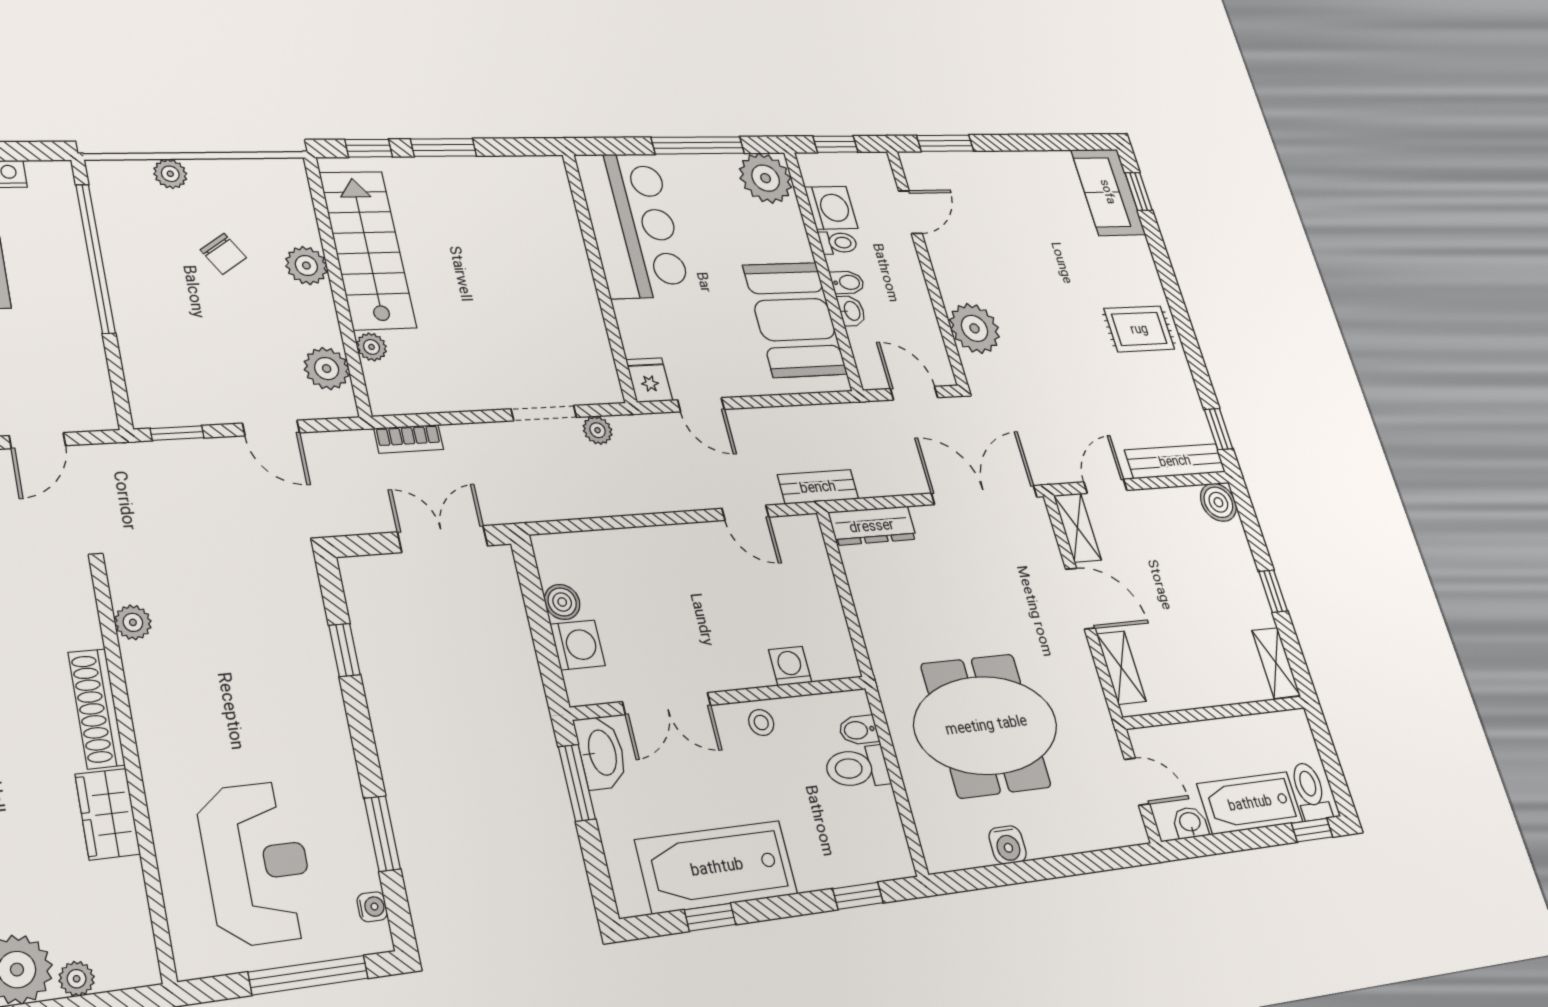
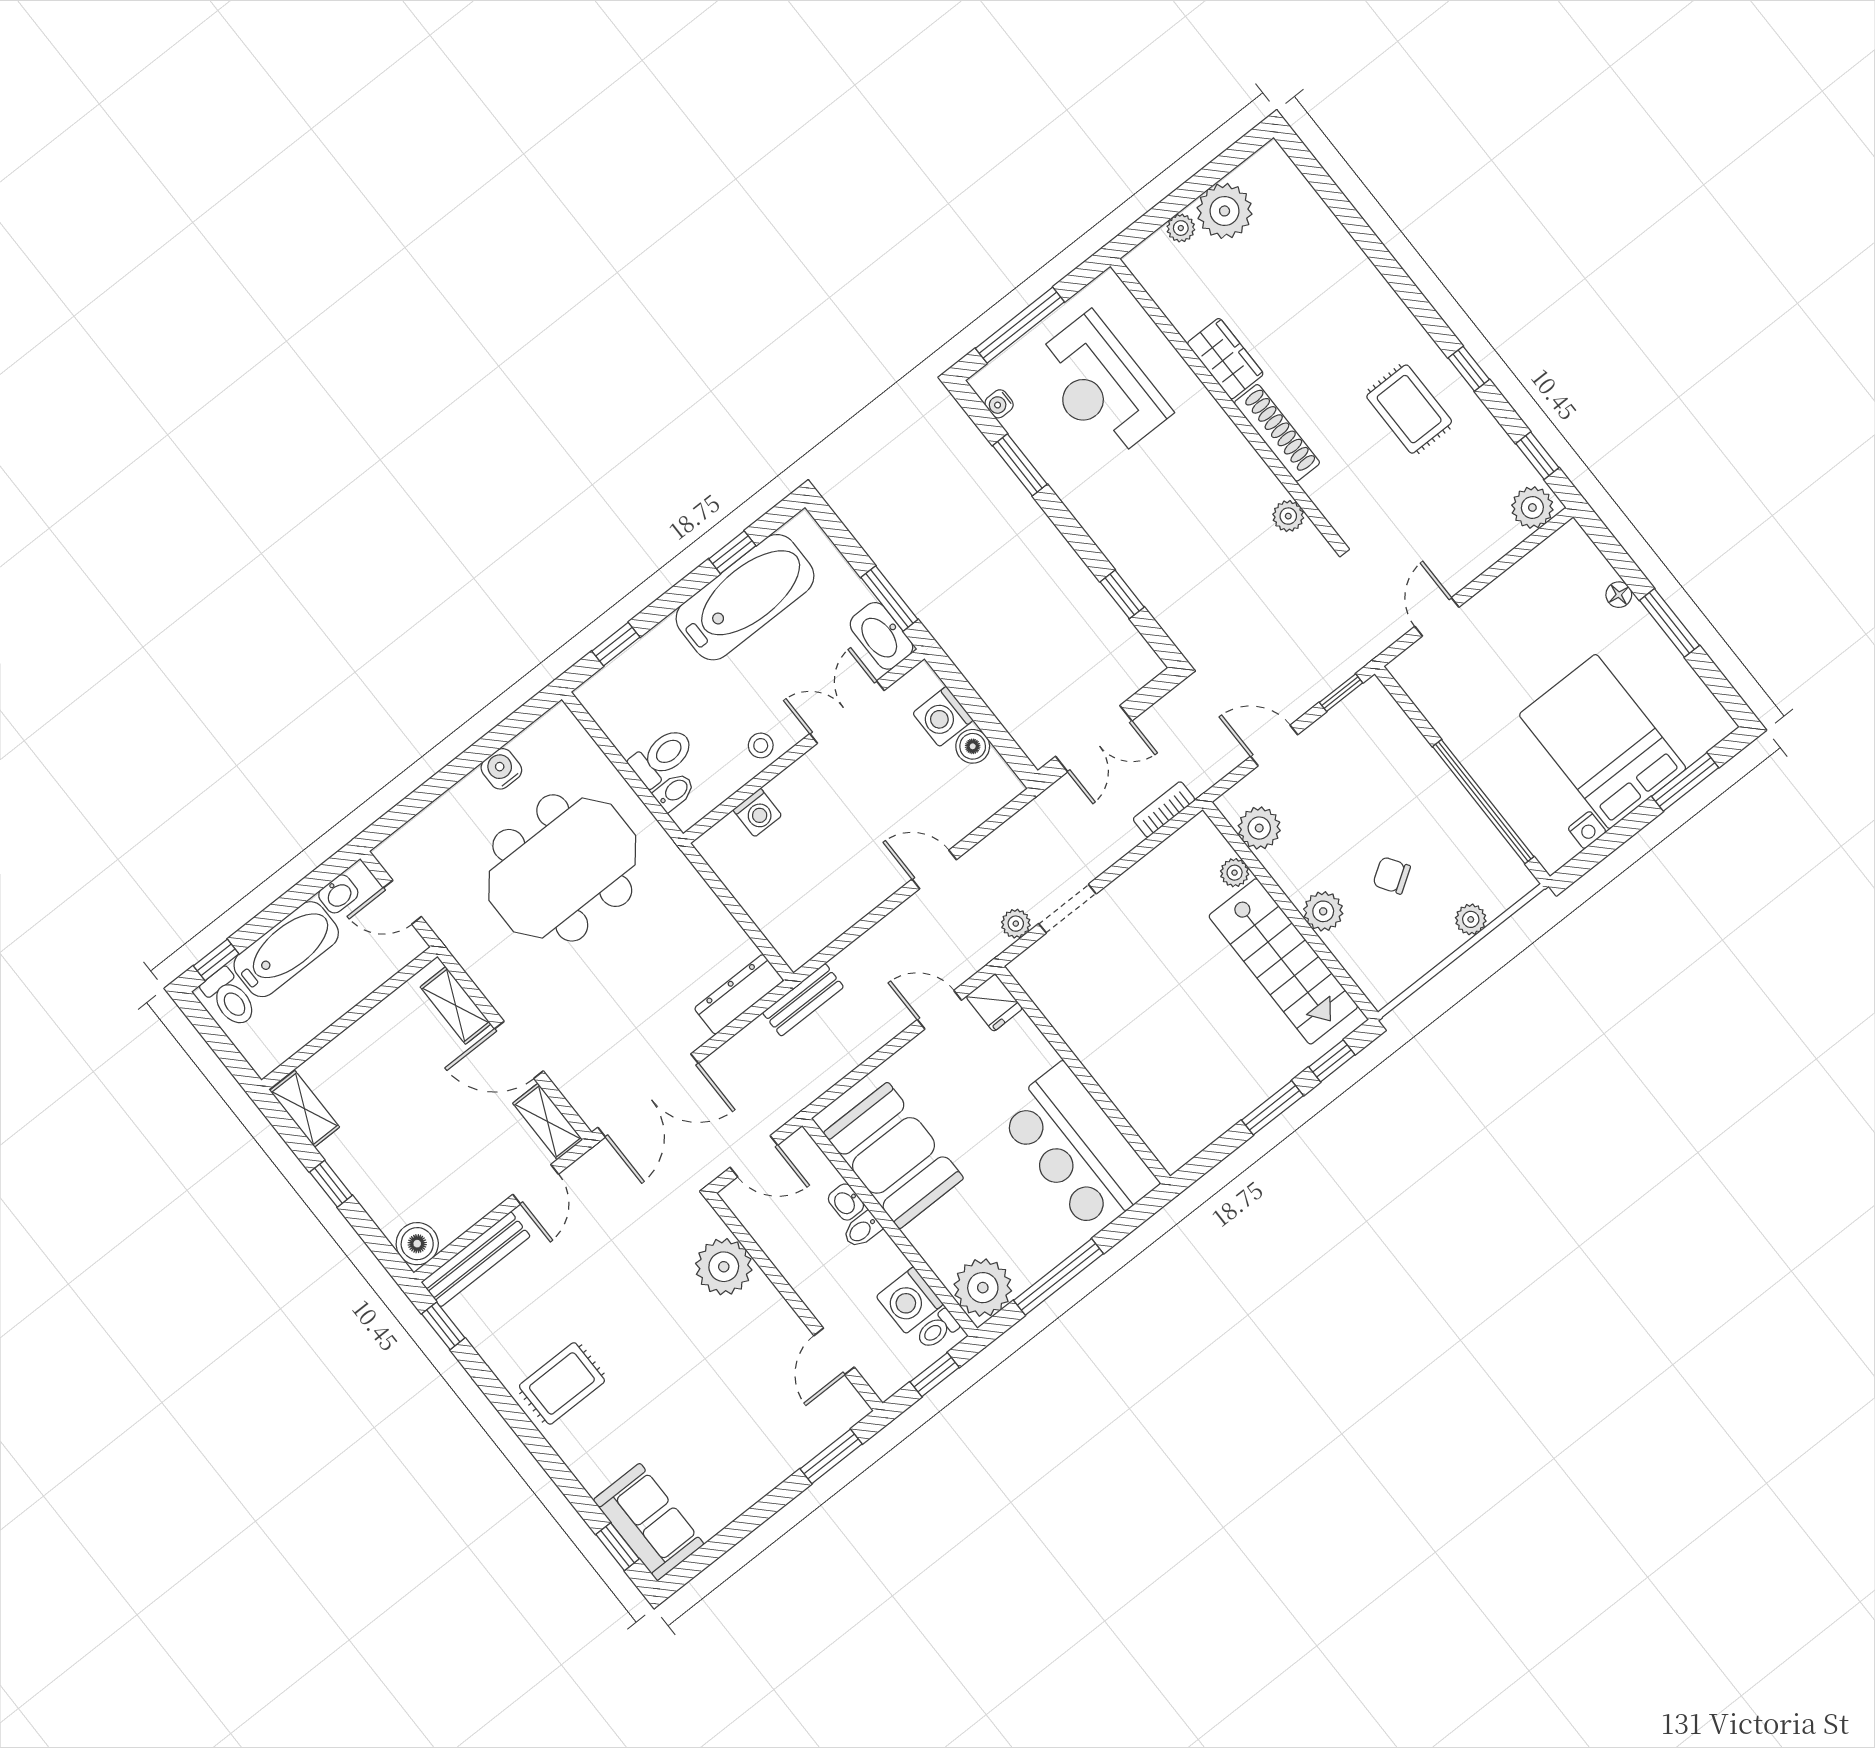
toilet: (838, 243) -> (937, 1329), moved
door: (745, 513) -> (934, 869), moved

